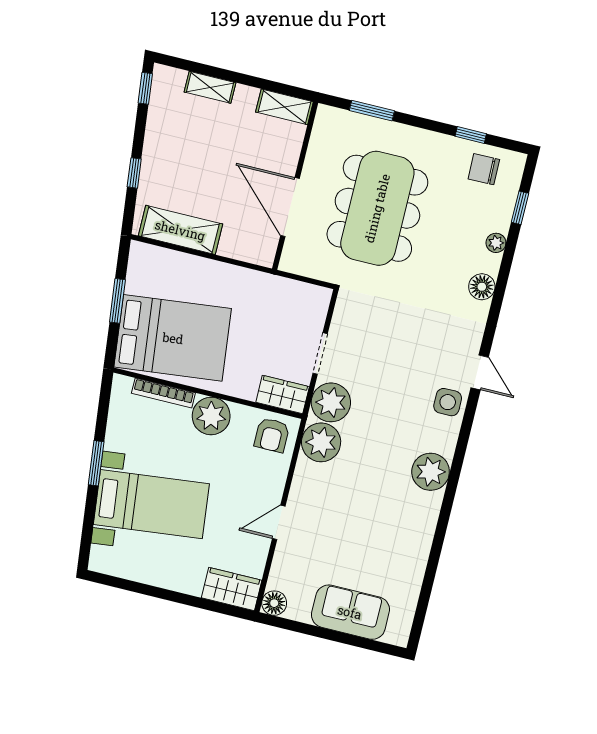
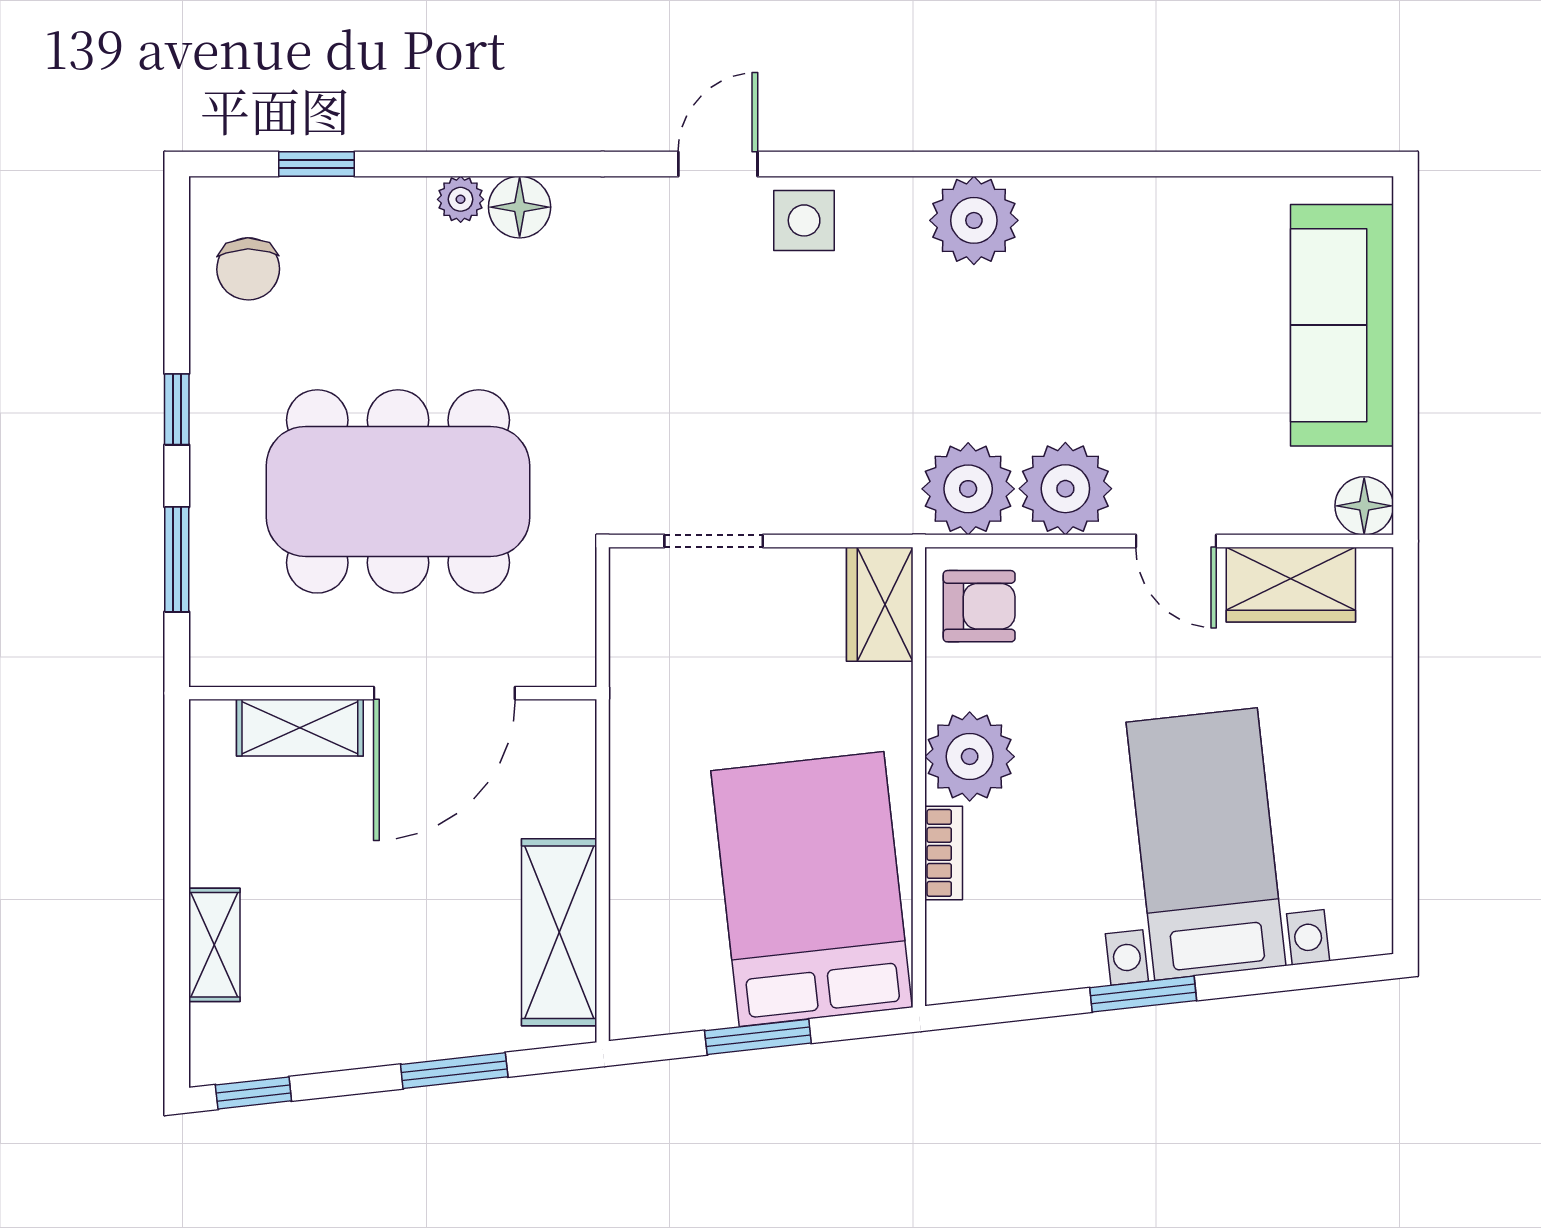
shelving: (285, 107) -> (300, 728), moved, turned 90
window: (471, 135) -> (177, 409), moved
window: (134, 173) -> (454, 1071), width x1.50
plant: (496, 243) -> (461, 199), moved
doorway: (320, 354) -> (714, 541), moved
bookcase: (163, 393) -> (944, 853), width x0.64
plant: (331, 402) -> (1065, 489), moved
wardrobe: (232, 589) -> (1291, 585), moved, turned -90
sofa: (350, 612) -> (1342, 325), width x1.36

